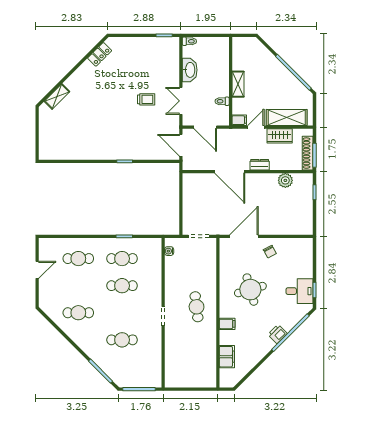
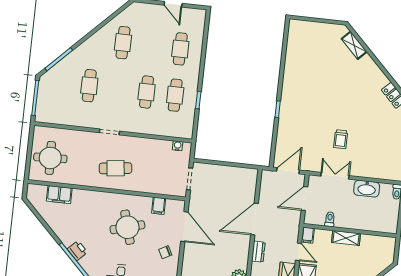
filing cabinet: (227, 324) -> (159, 206), moved
round table: (194, 369) -> (50, 158), added

